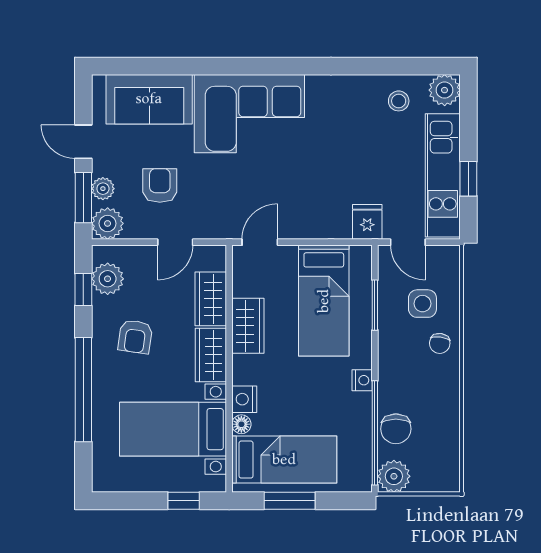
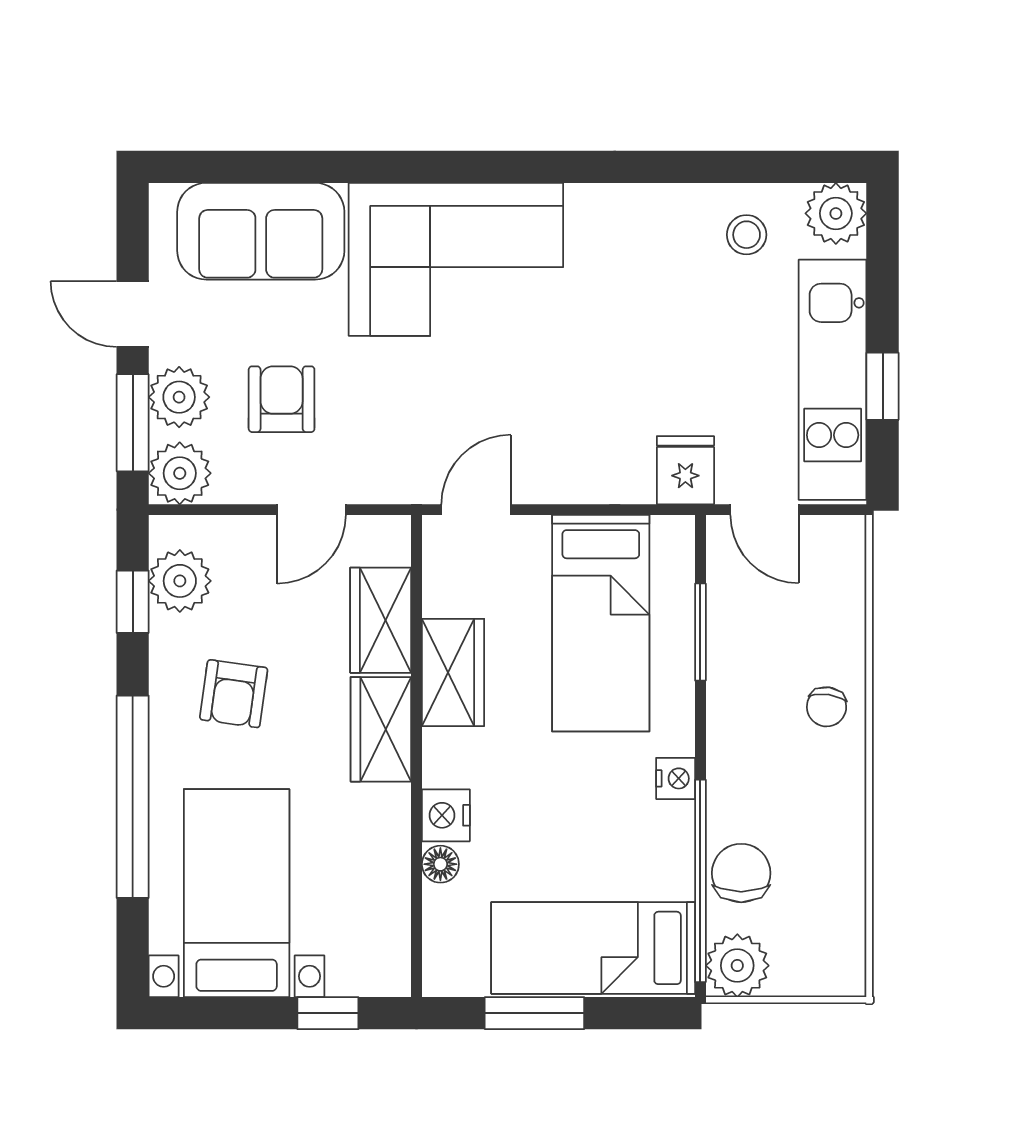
plant: (103, 189) -> (179, 397), width x1.38, depth x1.38
side table: (422, 304) -> (793, 629), removed
bed with nightstands: (173, 429) -> (237, 893), moved, turned 90
chair: (396, 429) -> (741, 873), turned 180
bed: (284, 460) -> (593, 948), moved, turned 180

